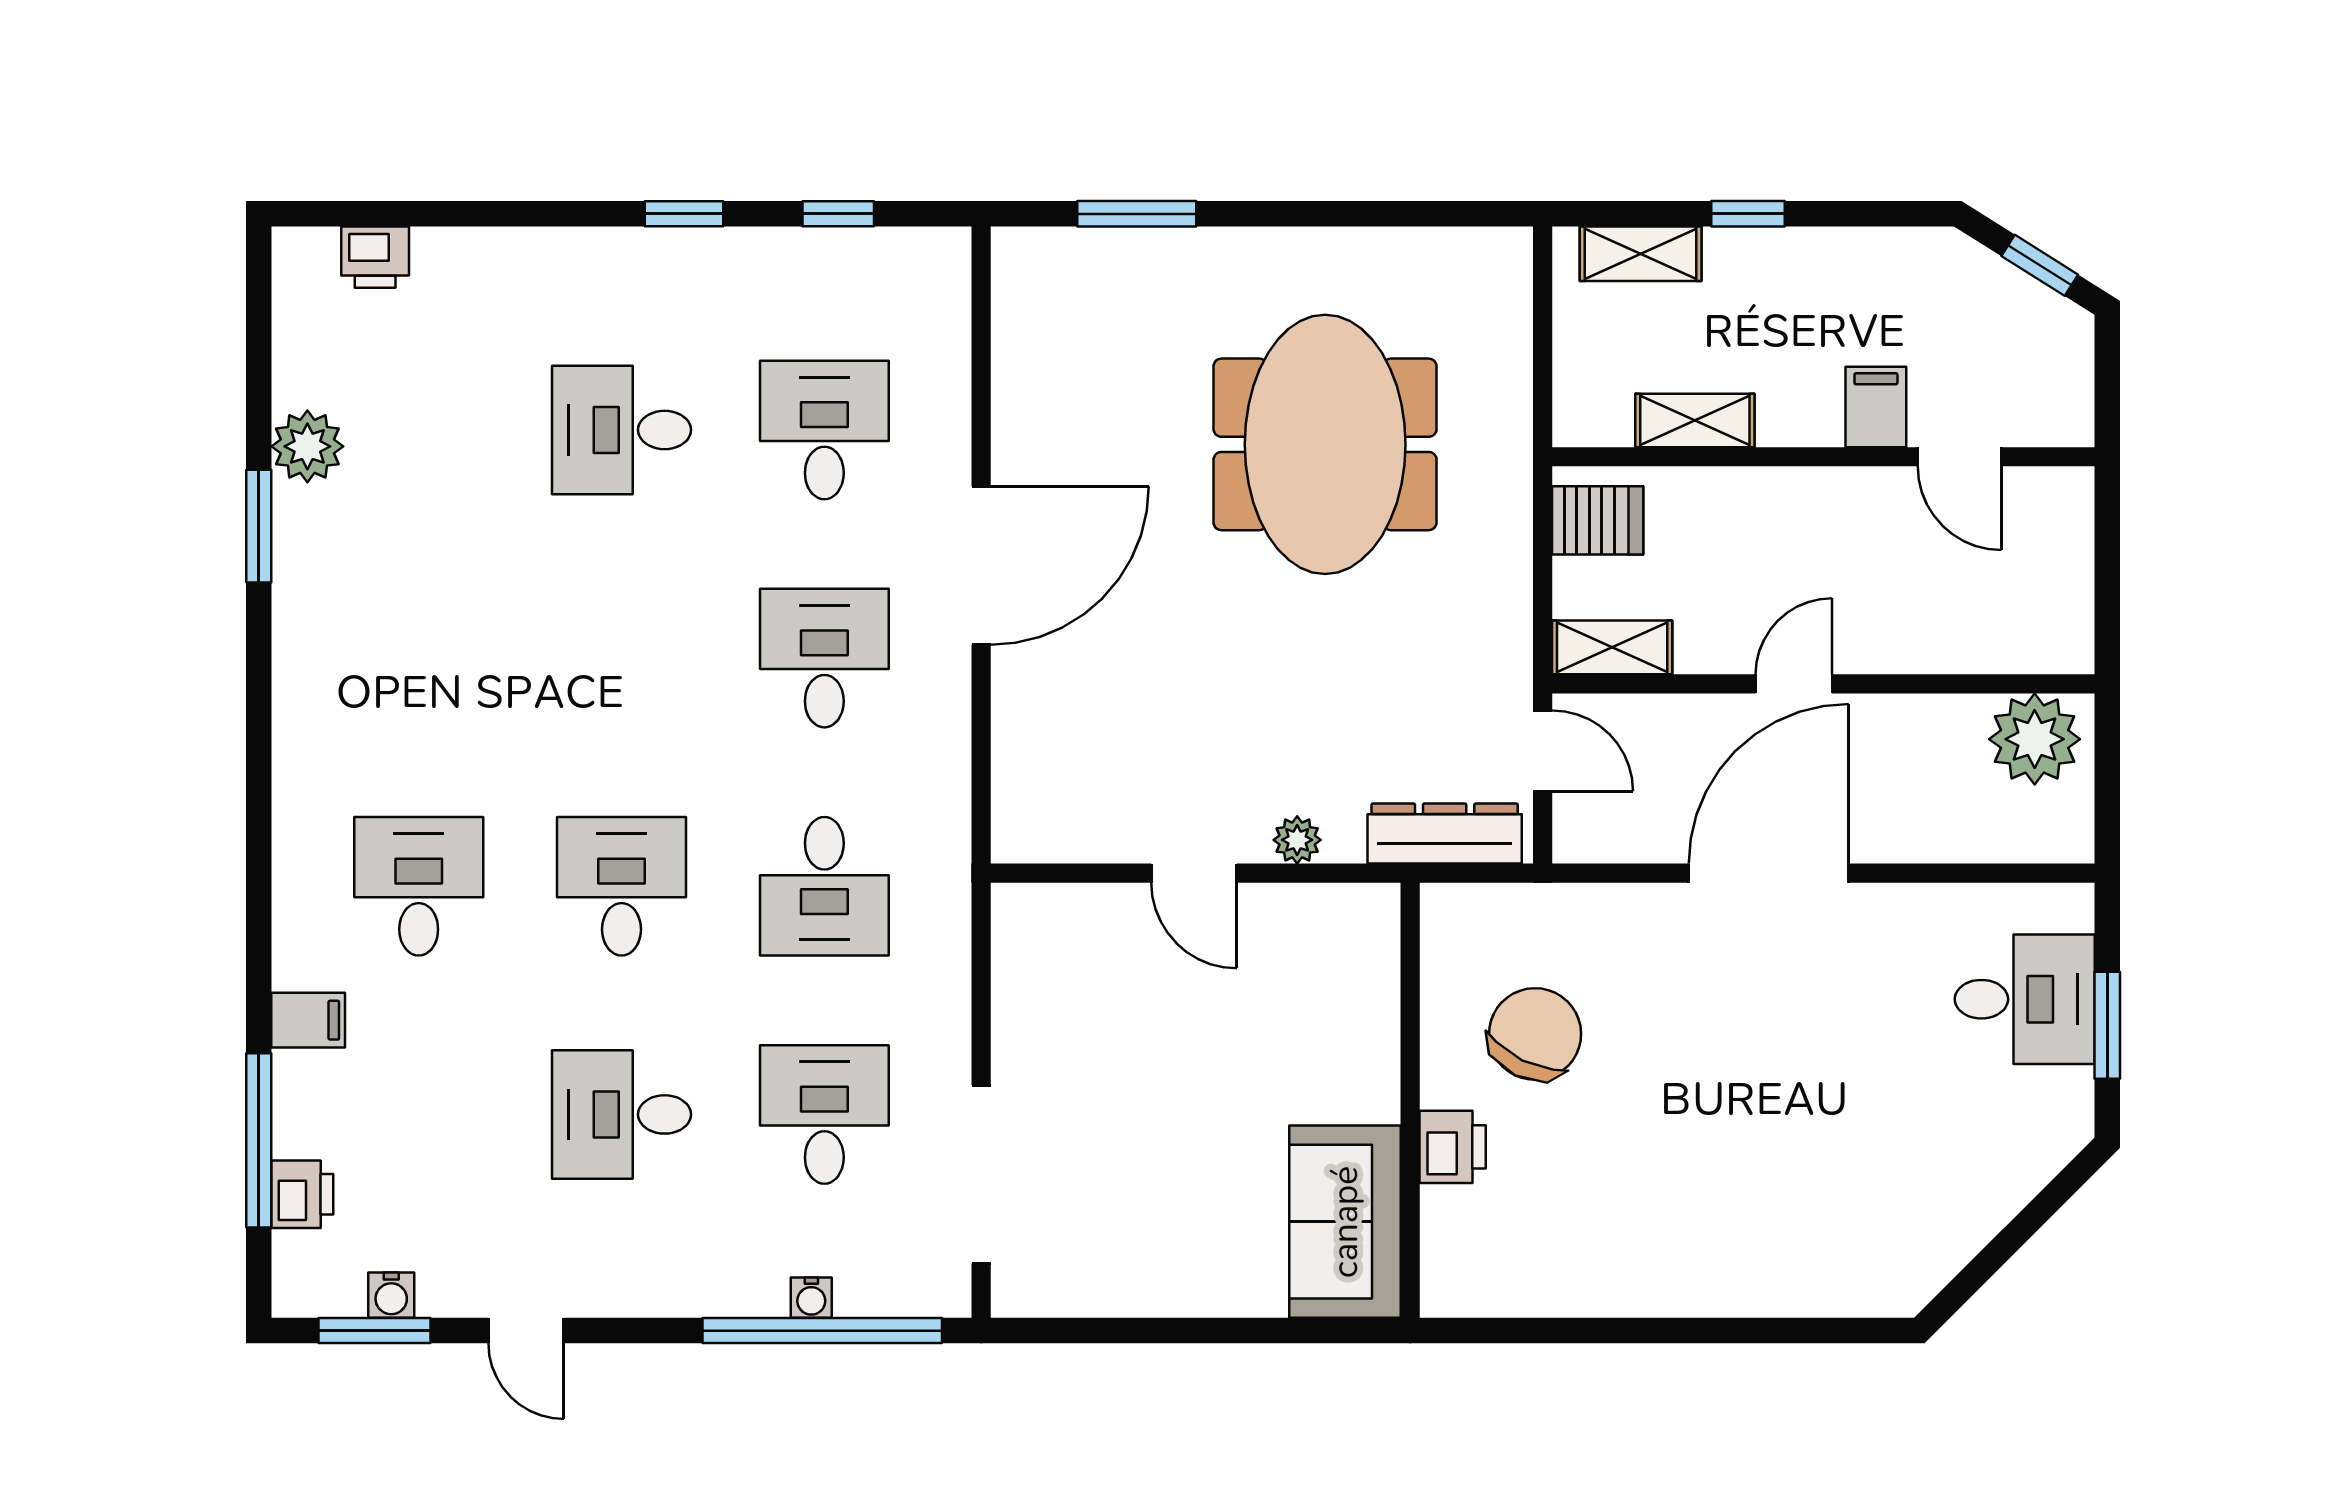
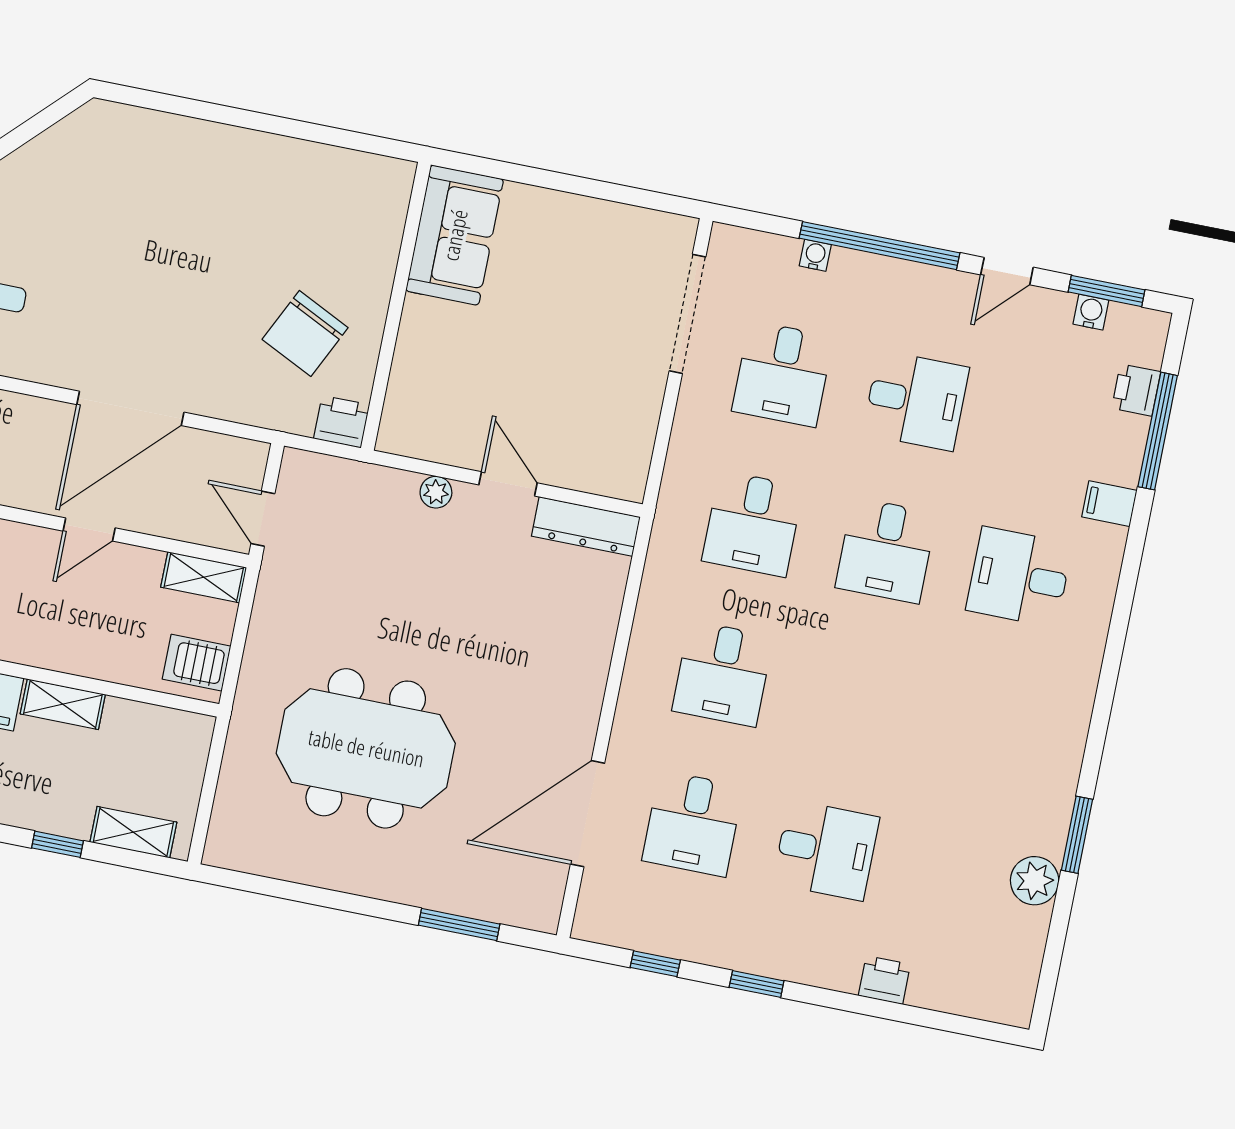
printer: (375, 257) -> (884, 980), moved
shelving: (1695, 421) -> (63, 704), moved
meeting table: (1325, 444) -> (366, 748), turned 90
door: (981, 566) -> (588, 814), moved
dresser: (1445, 834) -> (586, 526), moved
desk: (419, 886) -> (1019, 577), turned 90
desk: (824, 886) -> (753, 524), turned 180
printer: (1453, 1147) -> (342, 422), moved, turned 90
door: (526, 1331) -> (1007, 271), swing flipped
window: (822, 1331) -> (880, 246), moved

